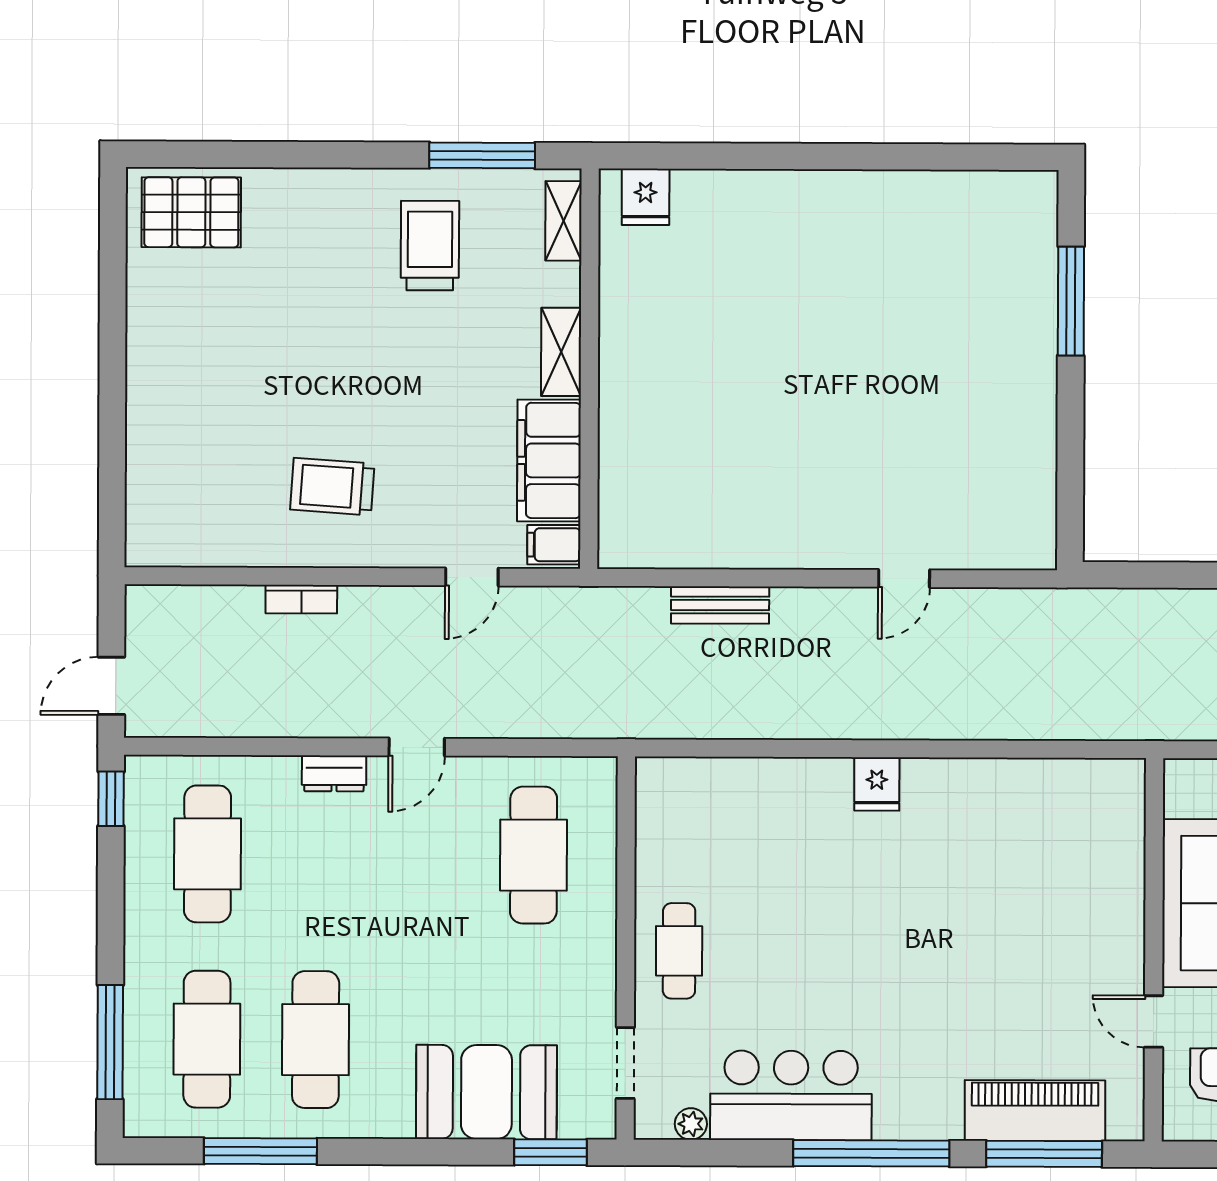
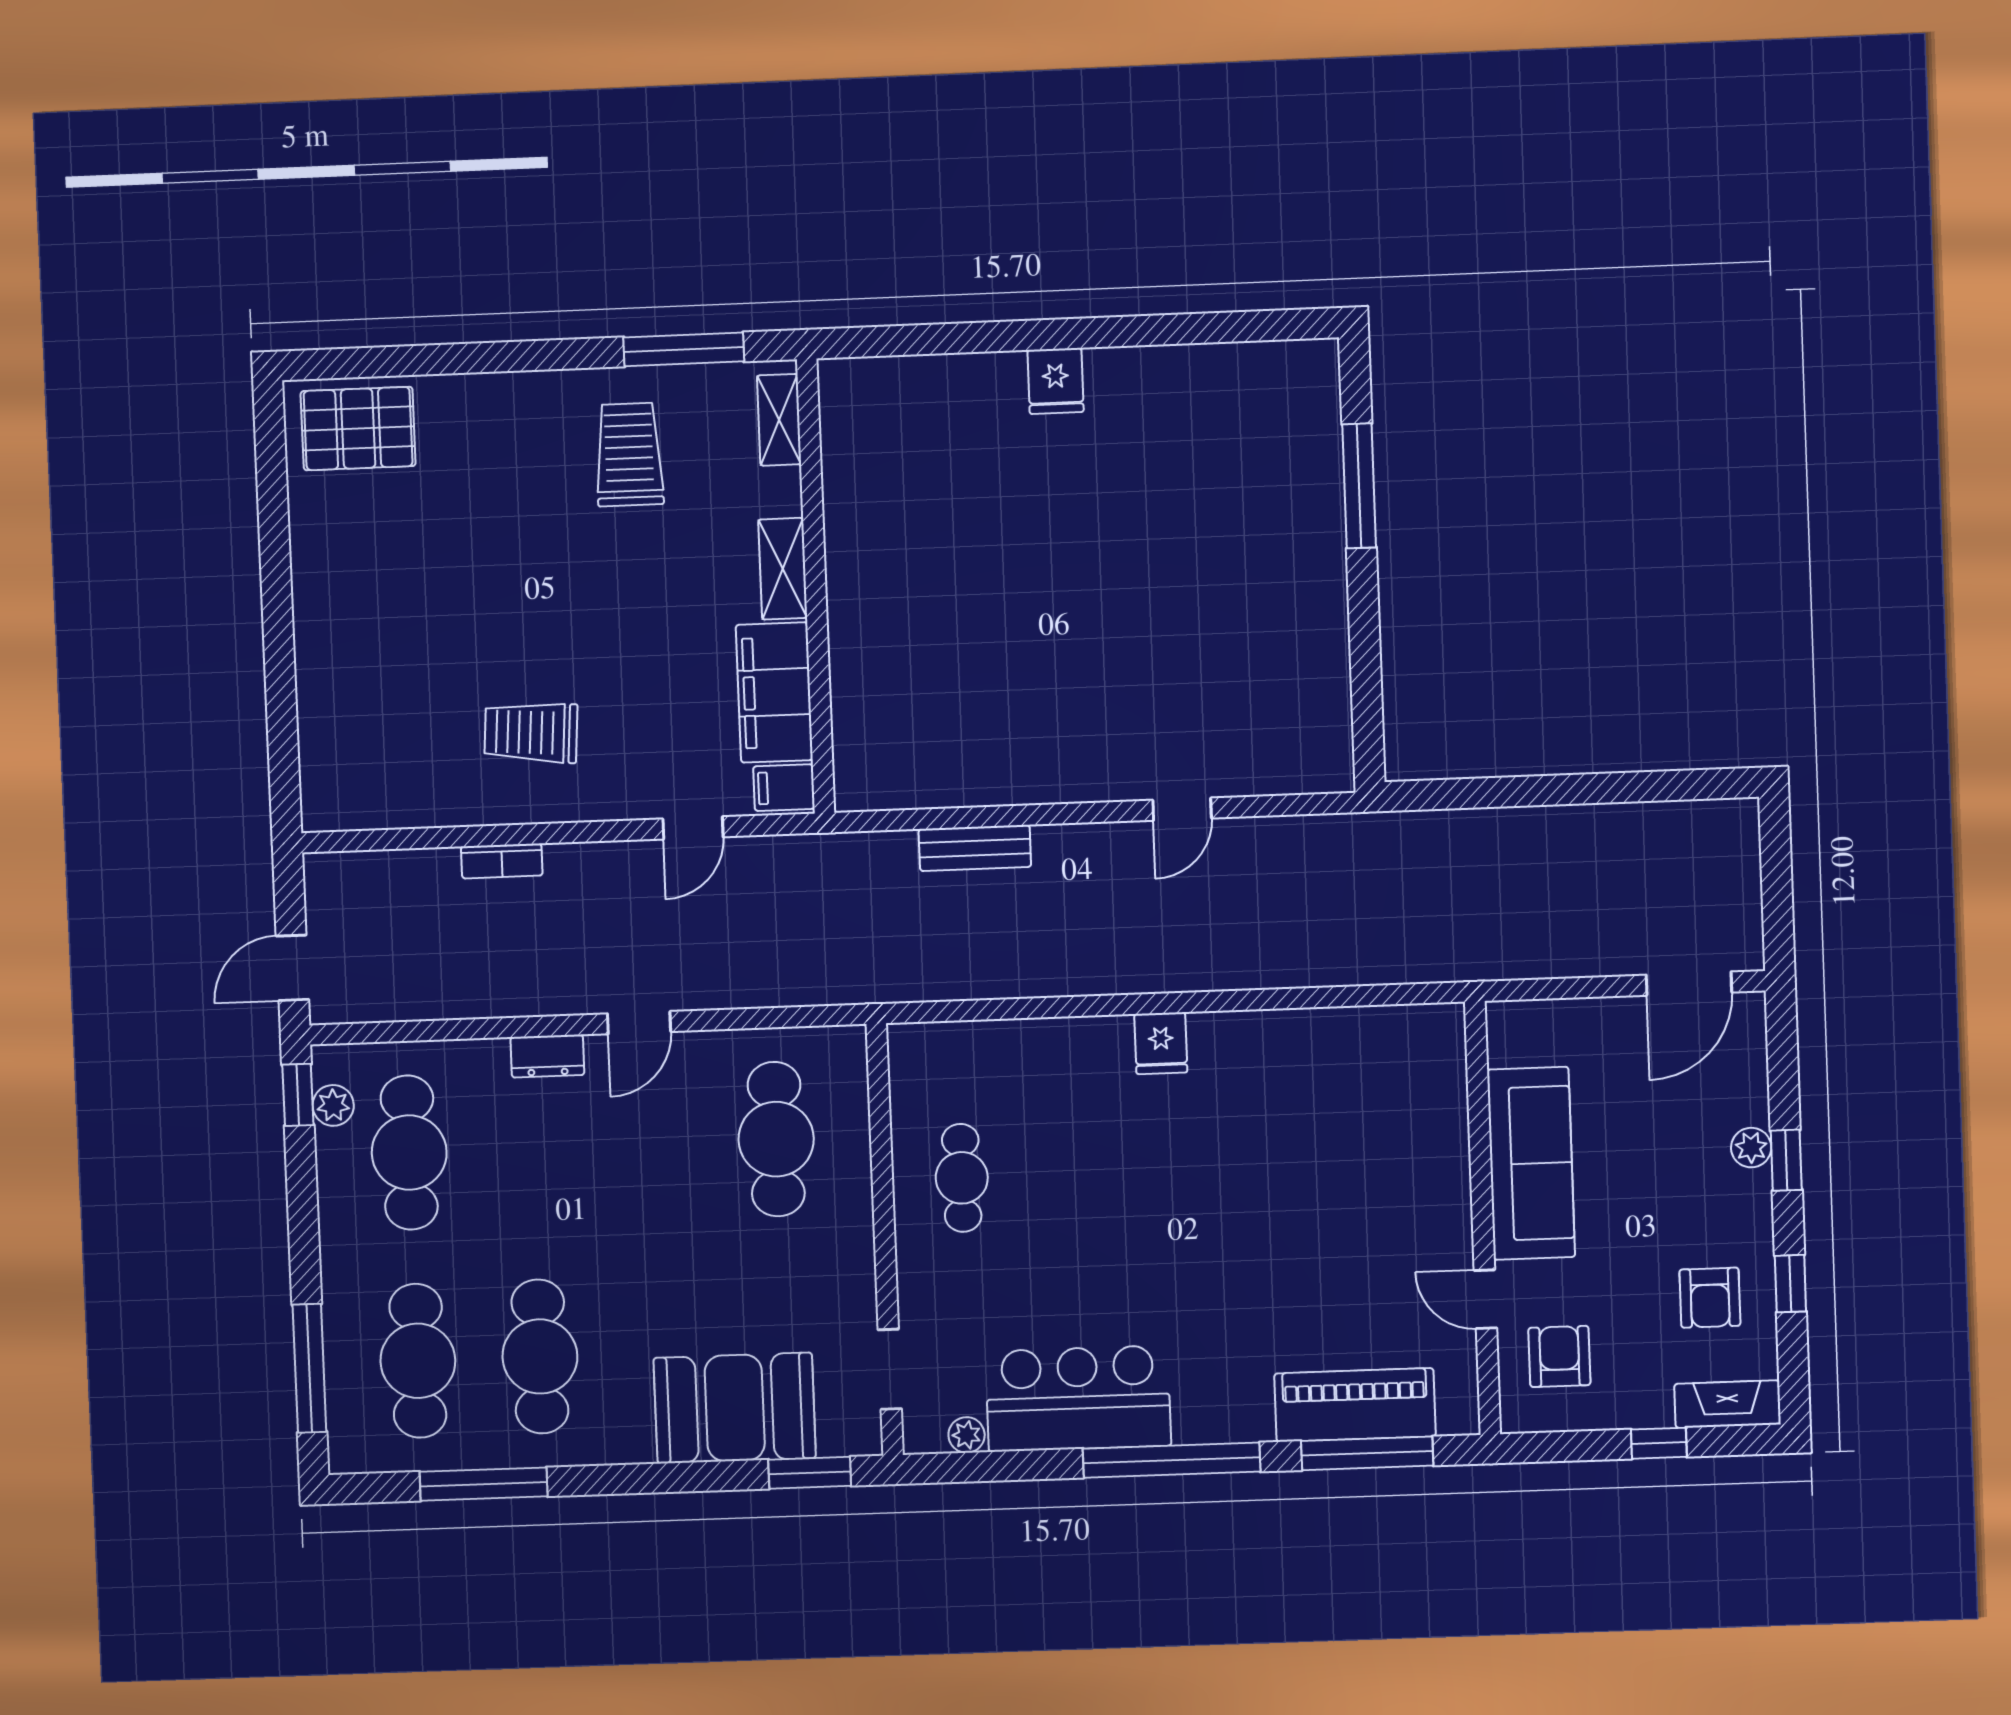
fridge: (646, 197) -> (1056, 381), moved
plant: (142, 809) -> (333, 1105), added
cafe table: (679, 951) -> (962, 1178), moved

